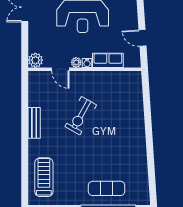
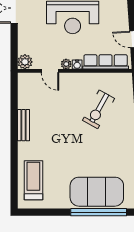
row of seats: (108, 60) -> (106, 62), width x1.48
exercise bike: (81, 116) -> (98, 109), moved
exercise mat: (107, 188) -> (97, 192), width x2.00, depth x1.45

